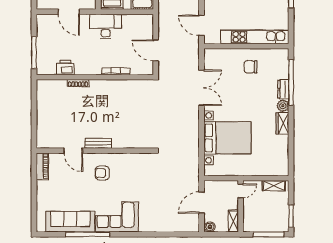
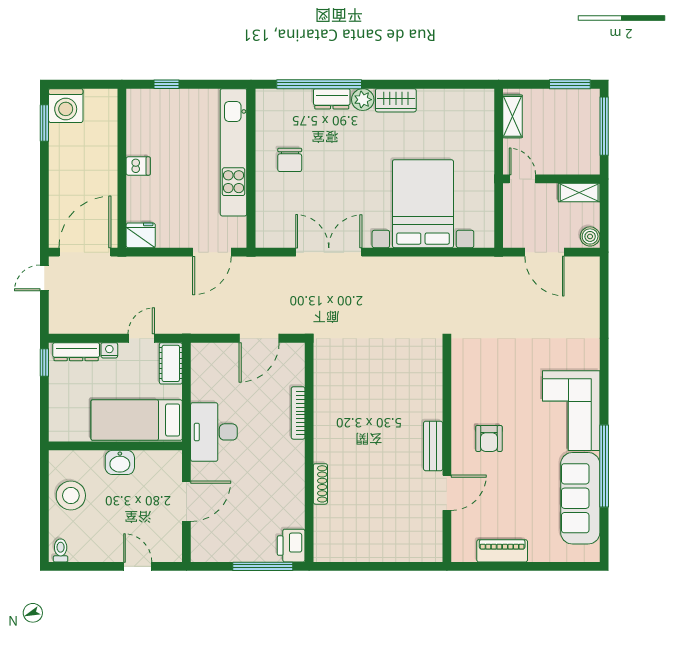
printer: (65, 68) -> (291, 546), moved
piano: (42, 166) -> (502, 551), moved

